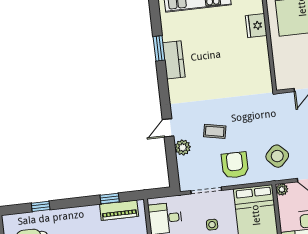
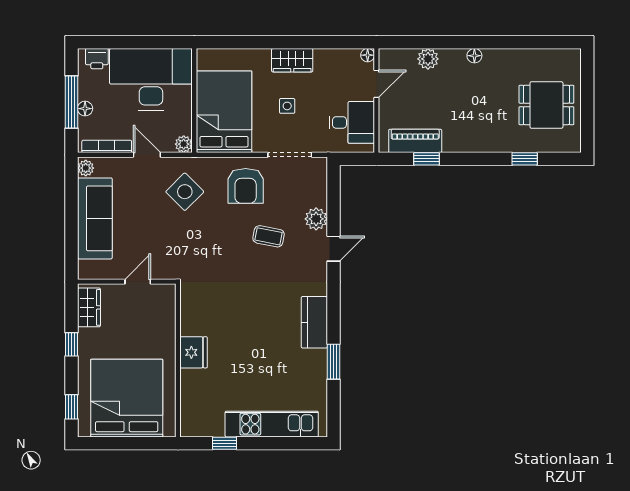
fridge: (256, 26) -> (194, 352), moved
kitchen counter: (174, 60) -> (314, 322), moved

